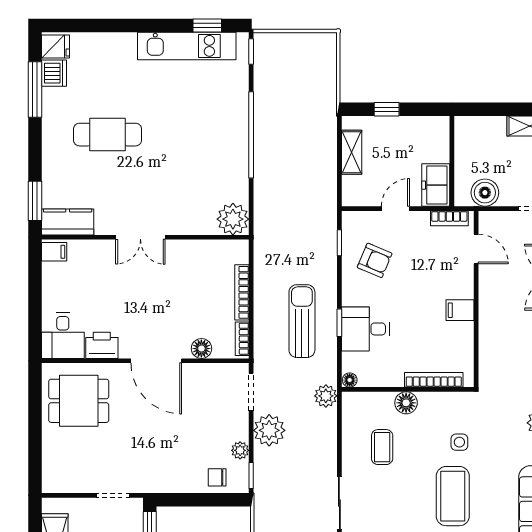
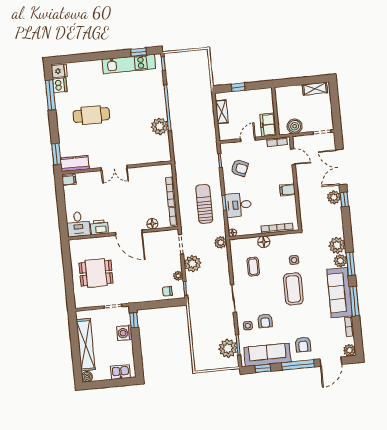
plant: (233, 219) -> (160, 126), moved
dining table: (79, 401) -> (96, 273), moved

